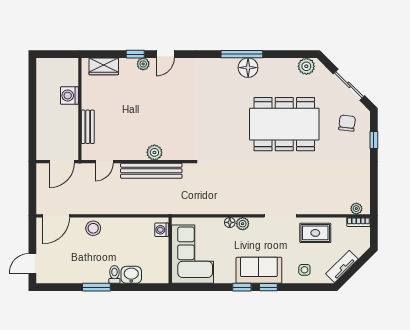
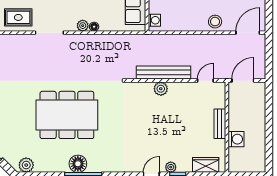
dining table: (284, 124) -> (67, 115), moved
bench: (88, 127) -> (220, 124), moved

